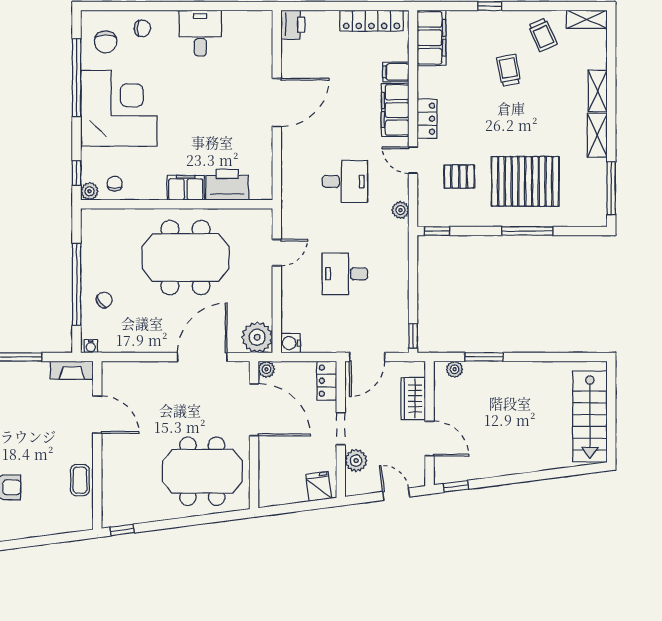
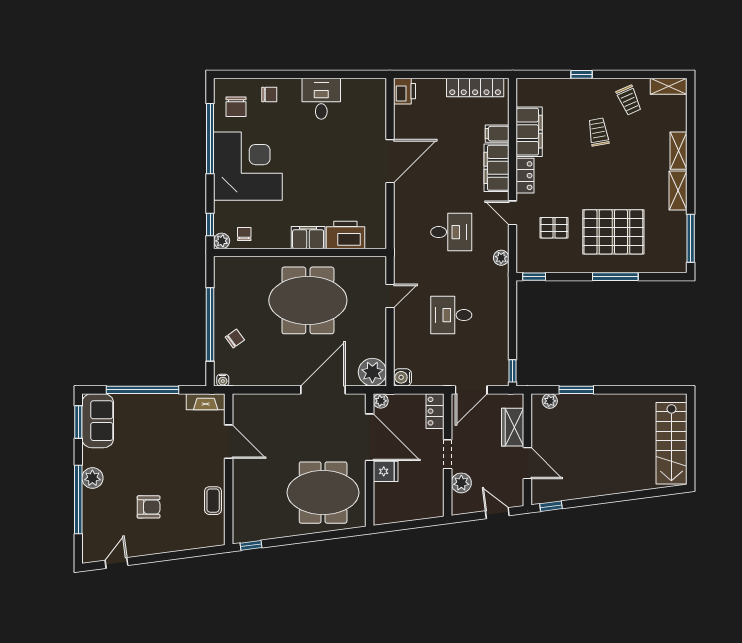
filing cabinet: (432, 38) -> (529, 132), moved
fridge: (319, 486) -> (386, 471), moved, turned 97

